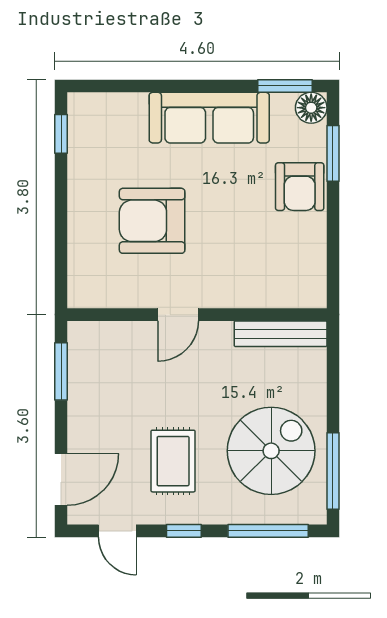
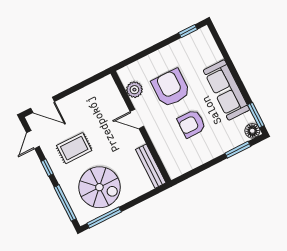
armchair: (300, 187) -> (191, 124), moved
plant: (120, 291) -> (134, 90), added
window: (61, 371) -> (88, 82), removed

